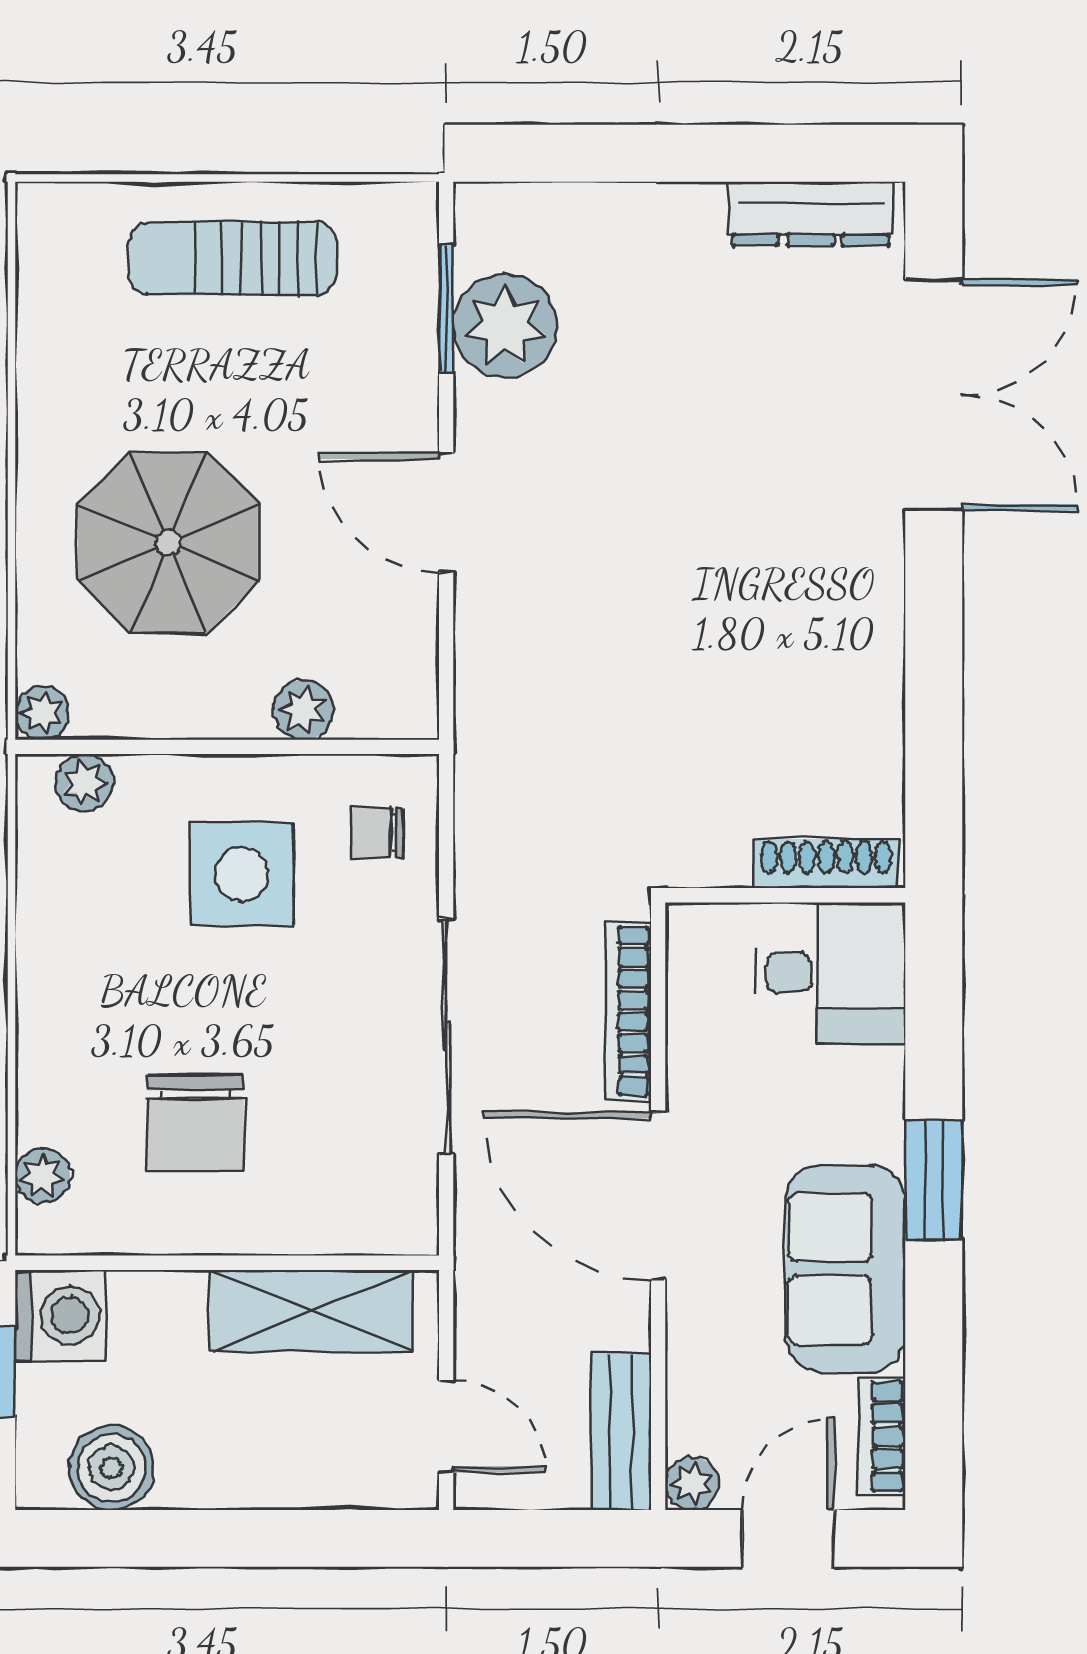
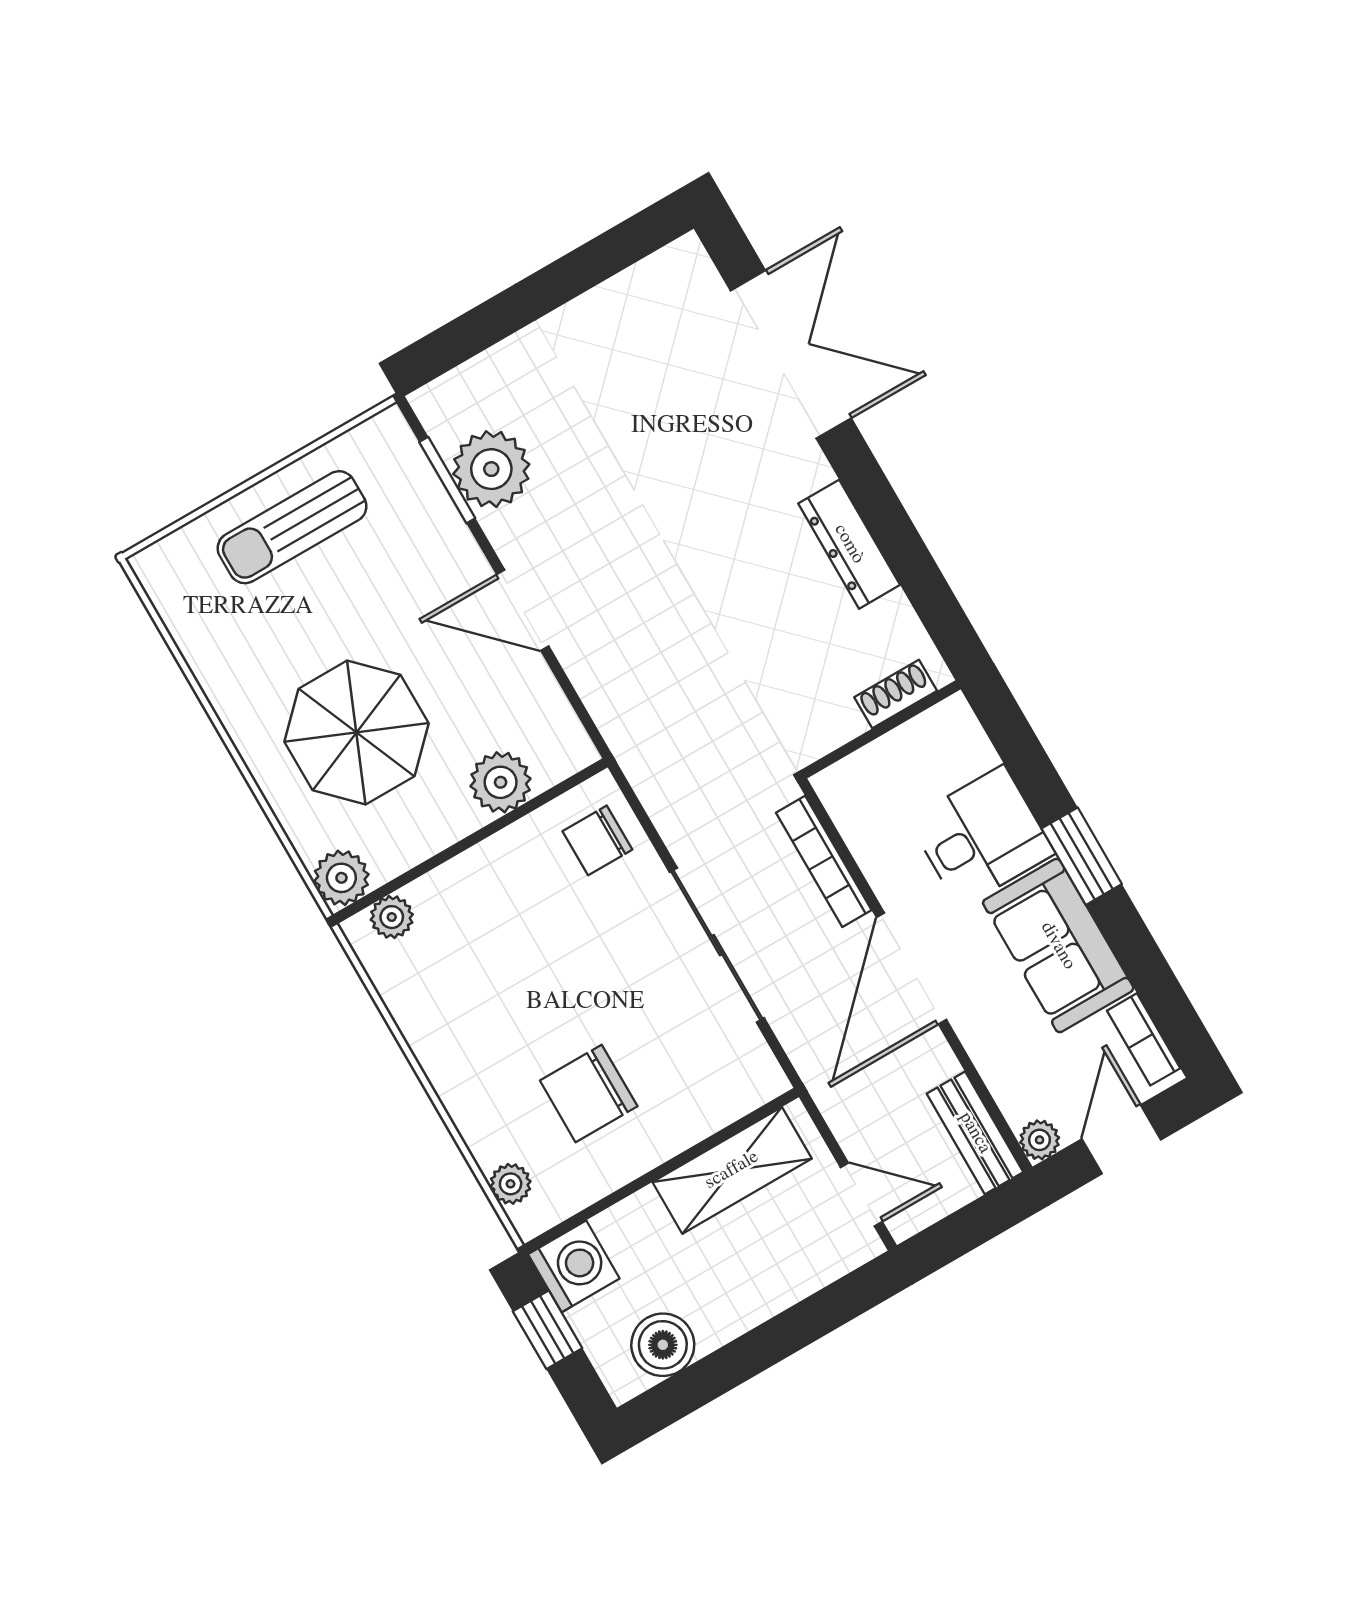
dresser: (811, 214) -> (849, 544), moved, turned 90
plant: (303, 710) -> (501, 782), width x1.38, depth x1.38
plant: (42, 713) -> (341, 878), width x1.38, depth x1.38
chair: (377, 833) -> (597, 840), width x1.37, depth x1.37
shoe rack: (826, 864) -> (896, 694), width x0.70
side table: (241, 874) -> (526, 917), removed
desk: (830, 973) -> (981, 837), moved
chair: (195, 1123) -> (589, 1093), turned 90
door: (658, 1196) -> (911, 969), hinge flipped

